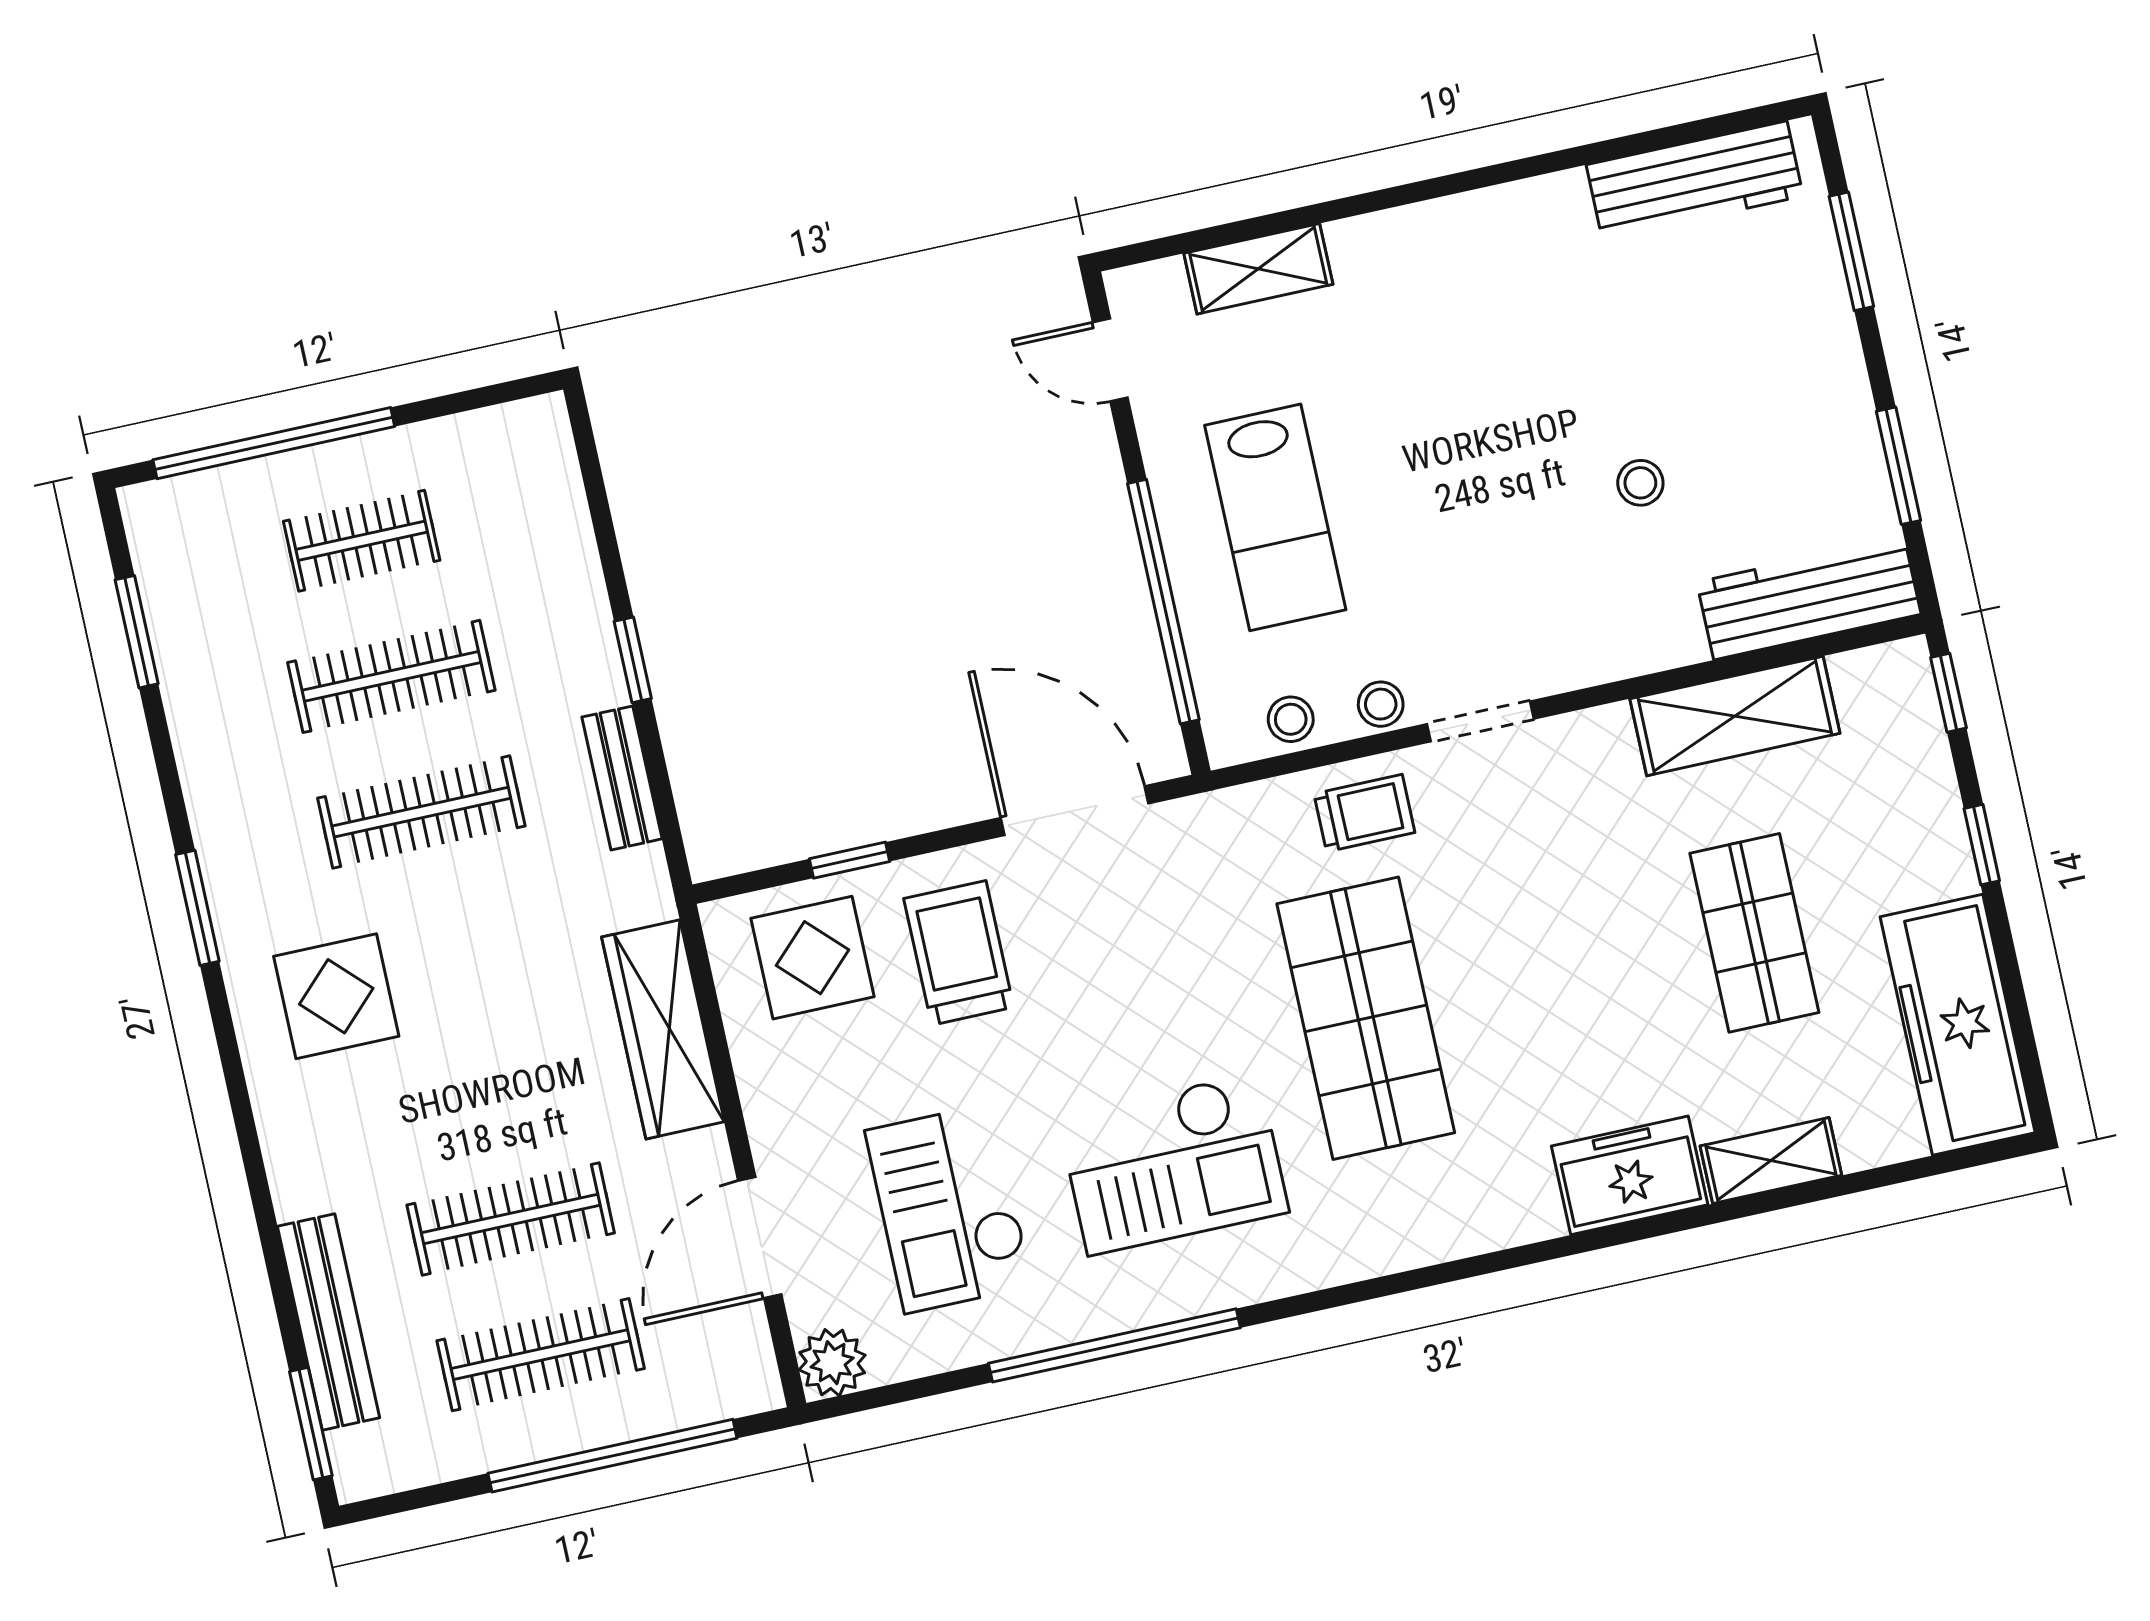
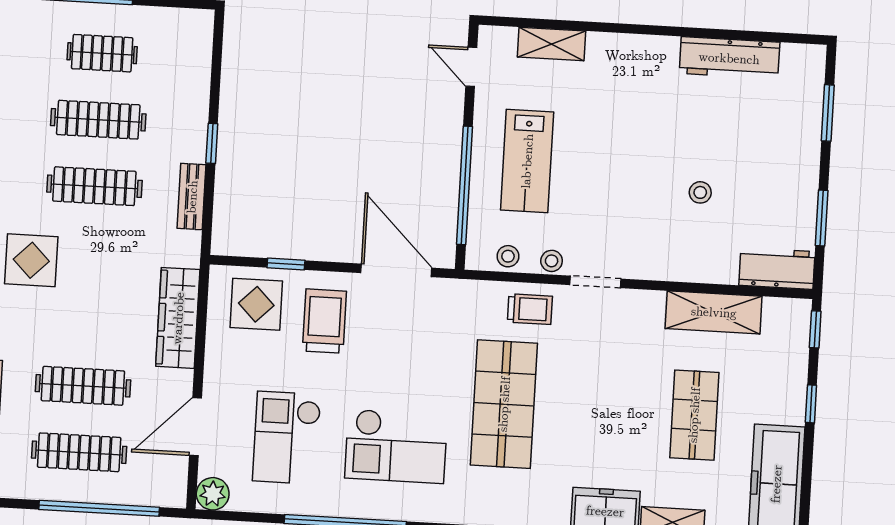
workbench: (1695, 180) -> (729, 58), moved
workbench: (1809, 598) -> (777, 268), width x0.73

